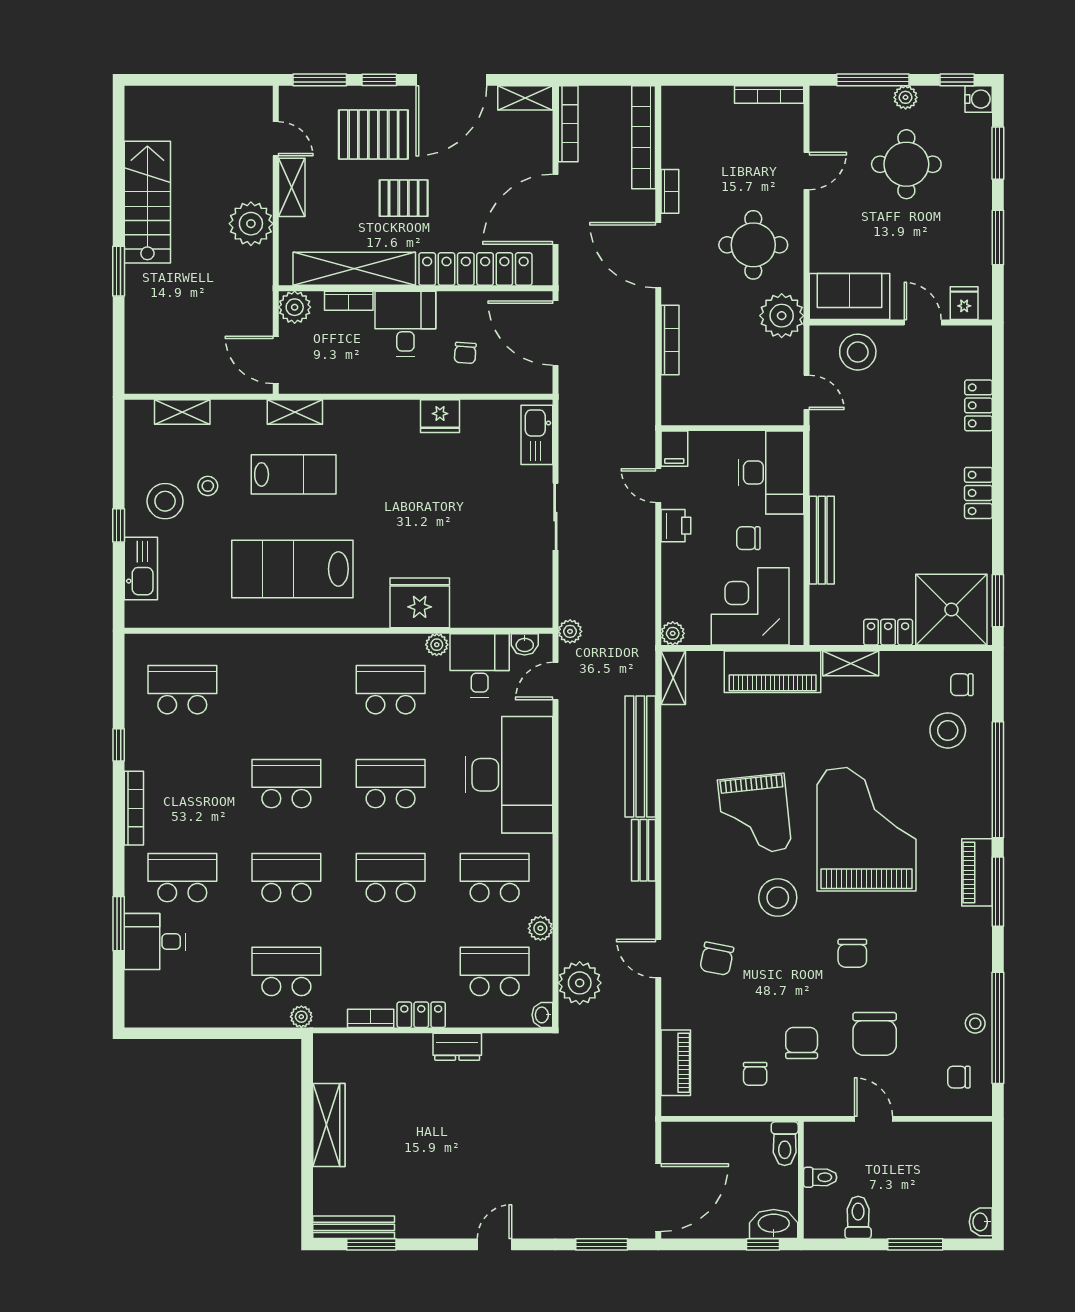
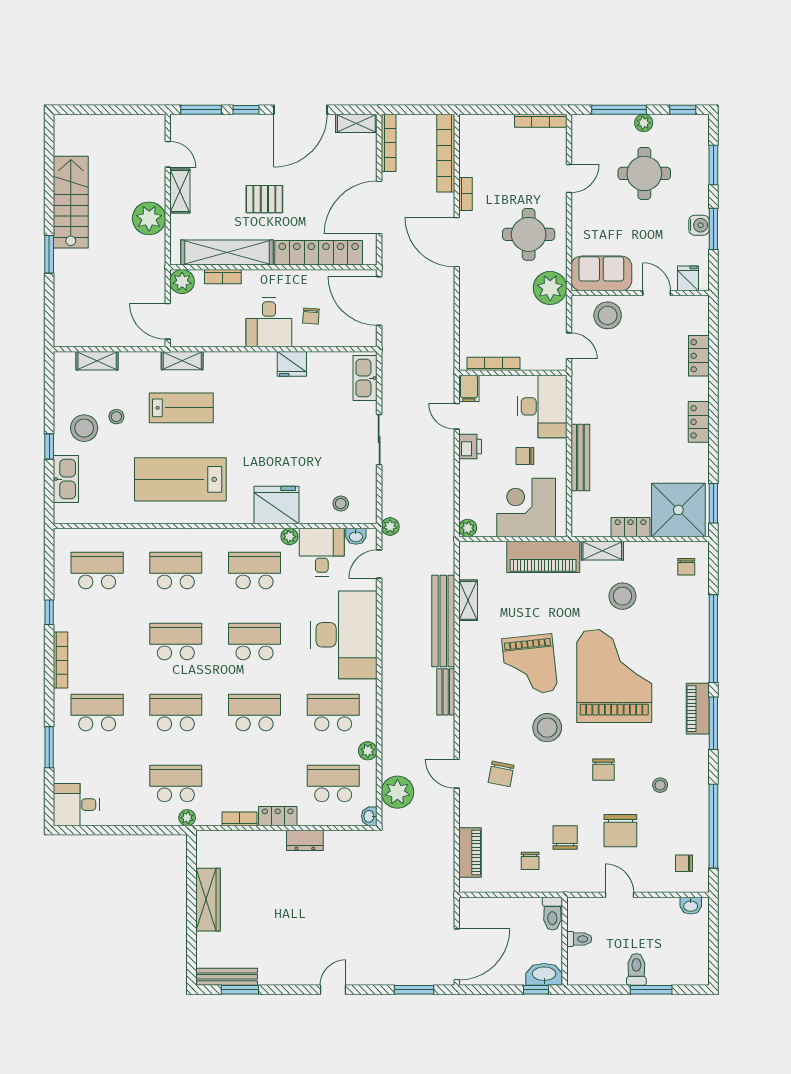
water cooler: (979, 99) -> (699, 225), moved
pallet: (373, 134) -> (242, 151), removed
desk: (405, 324) -> (269, 322), moved, turned 180
bookcase: (670, 340) -> (494, 364), moved, turned -90
stool: (505, 601) -> (341, 504), added
shelving: (673, 678) -> (468, 600), moved
chair: (962, 685) -> (686, 567), turned -90
school desk: (286, 690) -> (176, 571), added
stool: (948, 730) -> (622, 596), moved
desk: (155, 942) -> (76, 805), moved
stool: (975, 1023) -> (660, 785), moved
toilet: (858, 1217) -> (636, 969), moved
washbasin: (981, 1222) -> (691, 906), moved, turned -90

